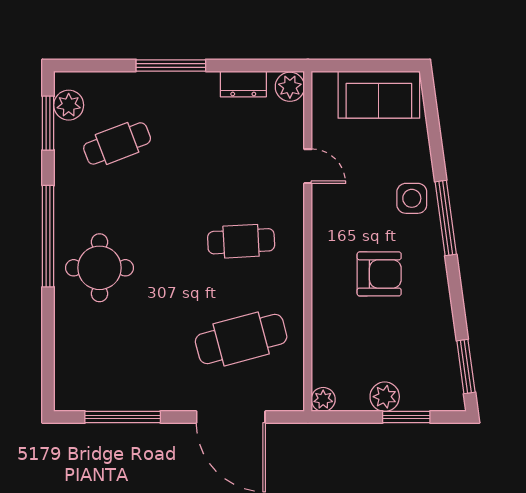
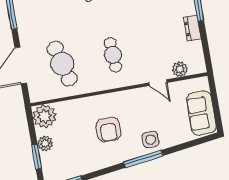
dresser: (243, 84) -> (192, 28), moved
plant: (290, 87) -> (180, 69), moved
door: (308, 166) -> (158, 83), hinge flipped
plant: (323, 399) -> (45, 116), width x1.88, depth x1.88

